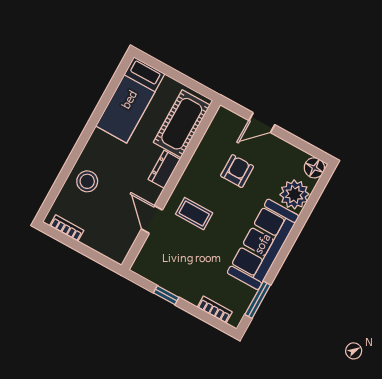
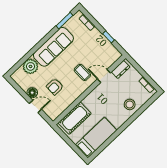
floor lamp: (314, 168) -> (32, 93), moved
dresser: (164, 169) -> (121, 69), moved
door: (152, 220) -> (104, 76), swing flipped

